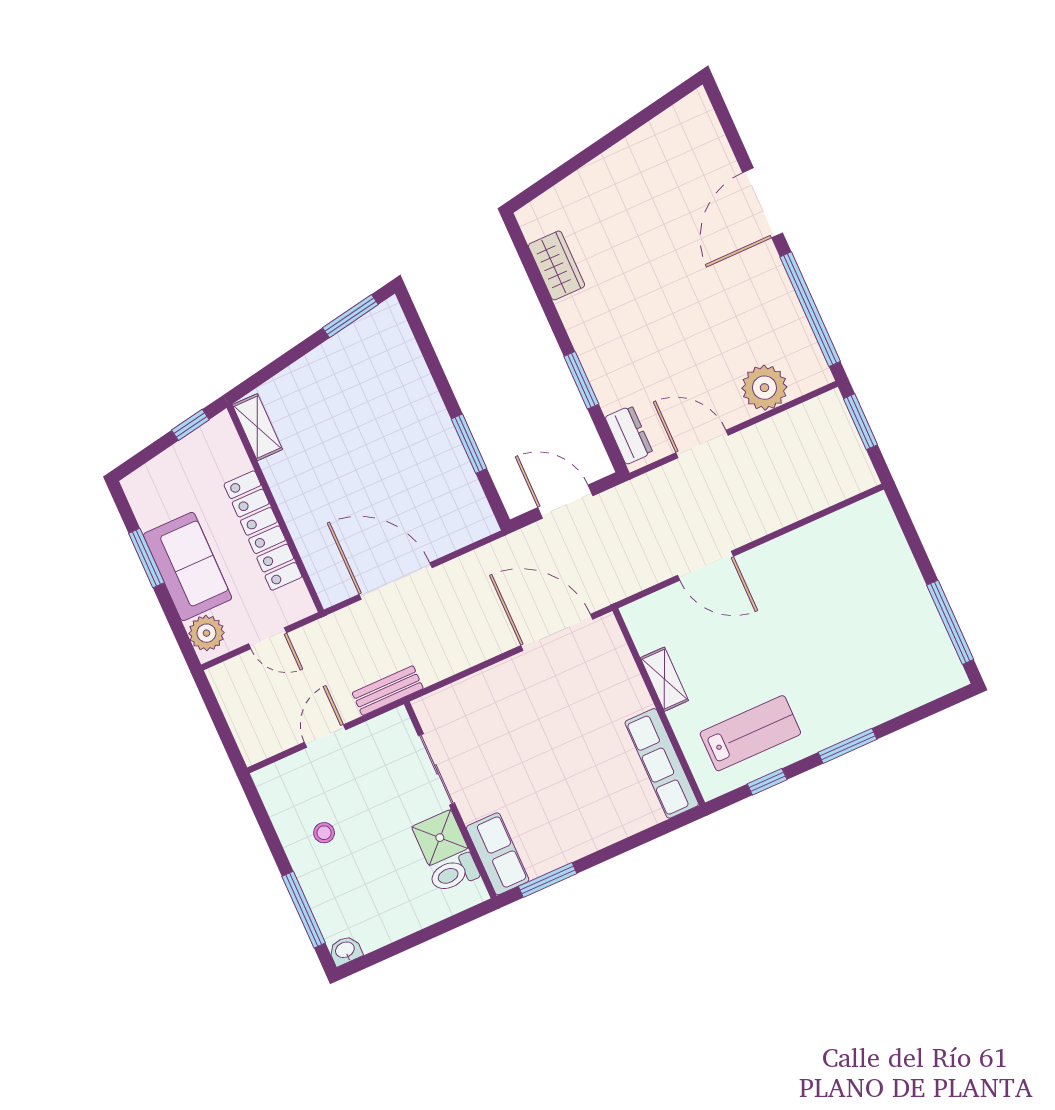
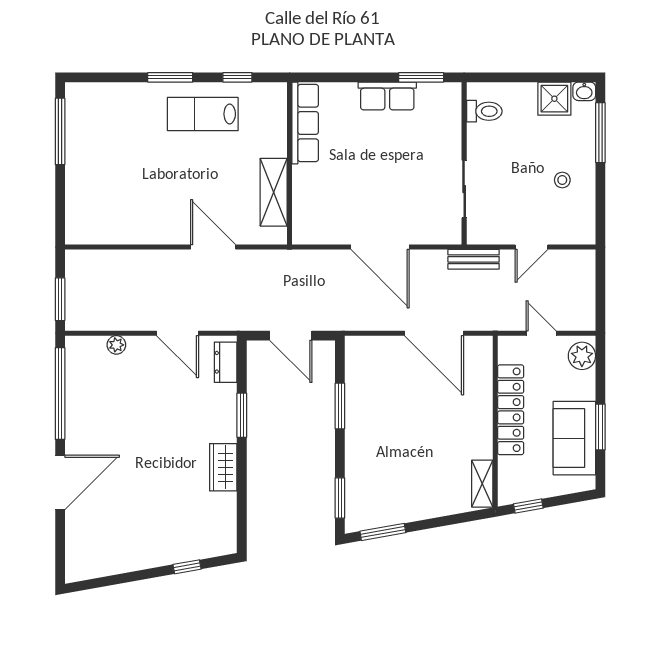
window: (566, 170) -> (187, 567), added
wardrobe: (557, 265) -> (223, 467), moved
window: (420, 334) -> (340, 498), added
plant: (764, 388) -> (116, 345), width x0.53, depth x0.53
sofa: (188, 566) -> (574, 438), moved
door: (557, 632) -> (380, 247), moved
shelving: (664, 679) -> (274, 192), width x1.50, depth x1.33
lab bench: (750, 733) -> (203, 114), moved
shower: (440, 838) -> (554, 99), moved
row of seats: (498, 854) -> (387, 96), moved, turned -90

